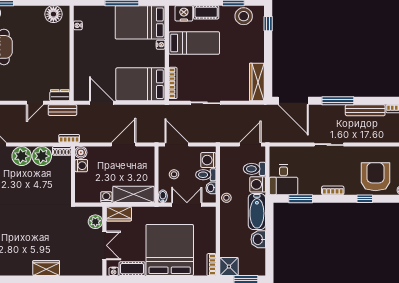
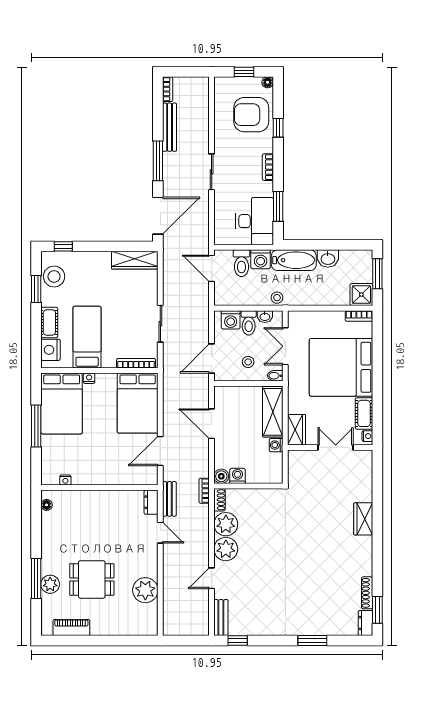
floor lamp: (53, 14) -> (47, 505), width x0.53, depth x0.53
desk: (284, 180) -> (255, 221), width x1.37
plant: (95, 222) -> (306, 458), removed

